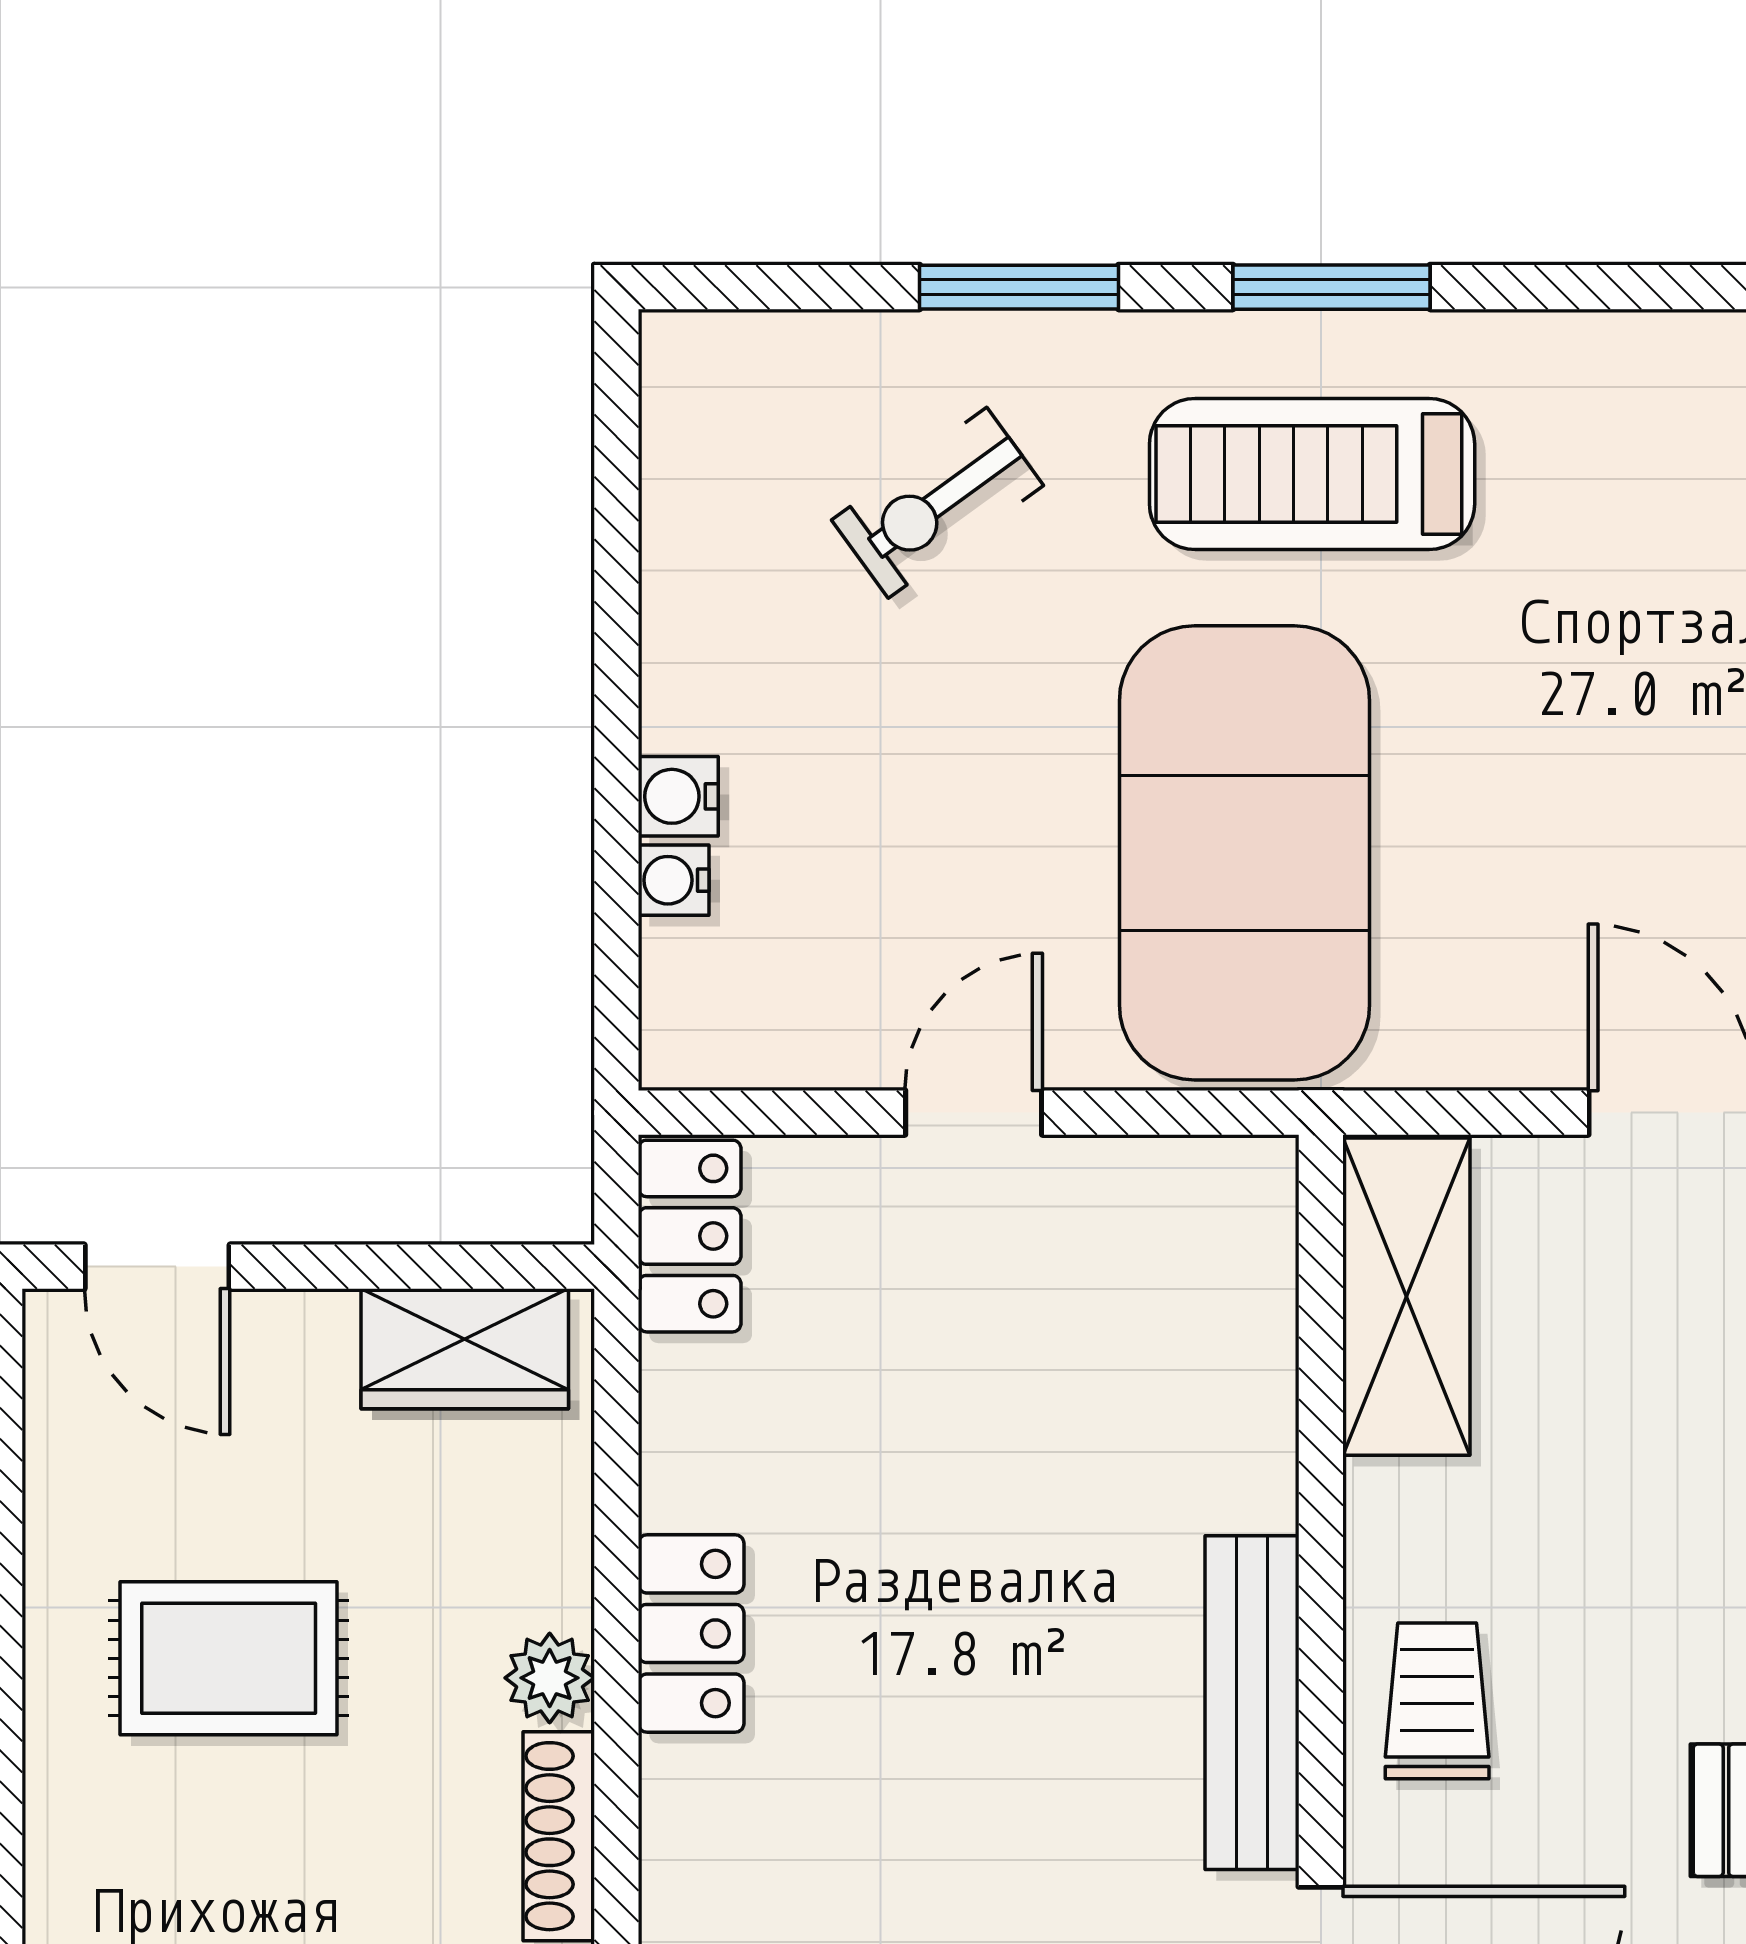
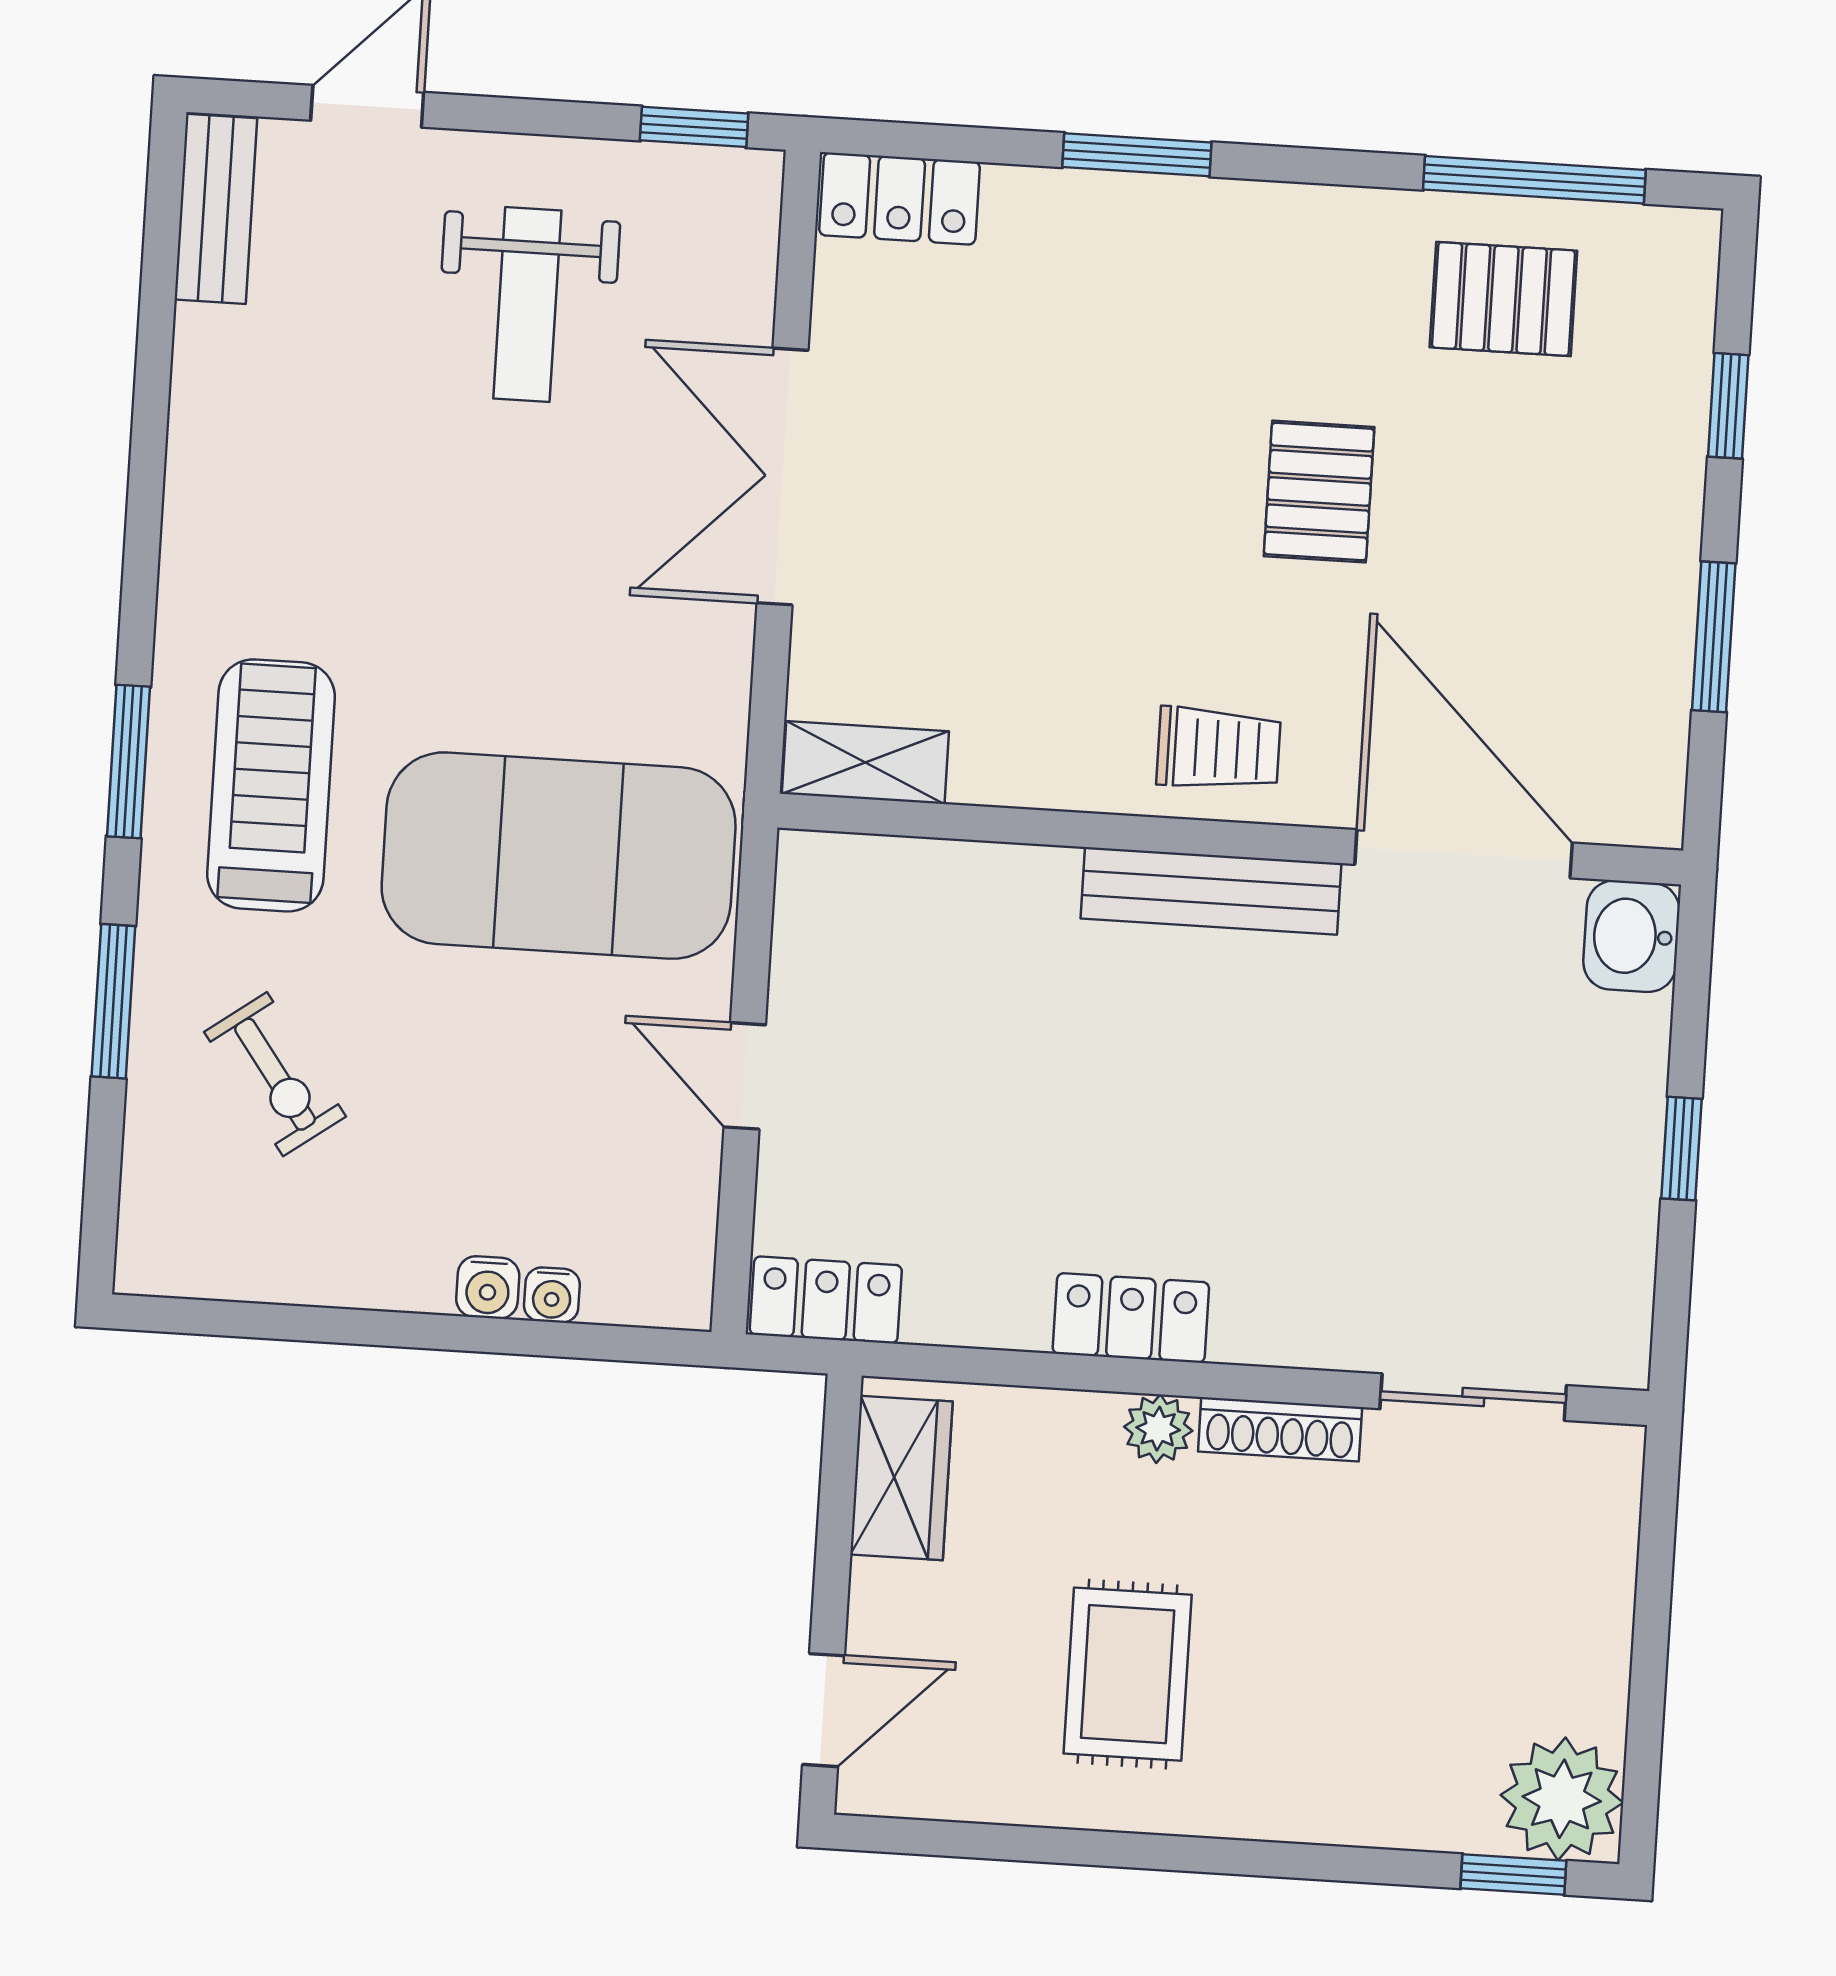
treadmill: (1312, 474) -> (271, 785), turned 180
shelving: (1406, 1297) -> (865, 762), width x0.67, depth x0.75
trolley: (1437, 1701) -> (1219, 749), turned 180

